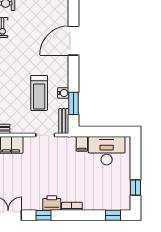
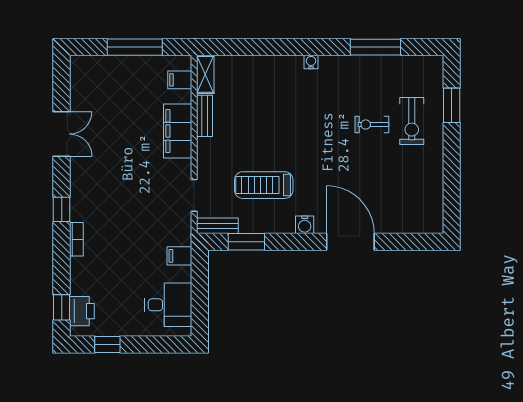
water cooler: (63, 93) -> (305, 225), moved
desk: (107, 151) -> (168, 305), width x0.73
printer: (52, 203) -> (82, 311), moved
window: (43, 215) -> (62, 209), moved

